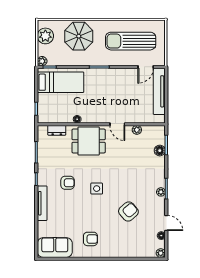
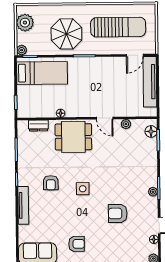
parasol: (79, 36) -> (66, 34), moved
sun lounger: (131, 41) -> (118, 27), turned 180
floor lamp: (160, 151) -> (151, 131), moved
armchair: (68, 183) -> (51, 183), turned 90
armchair: (128, 212) -> (118, 213), turned -139

